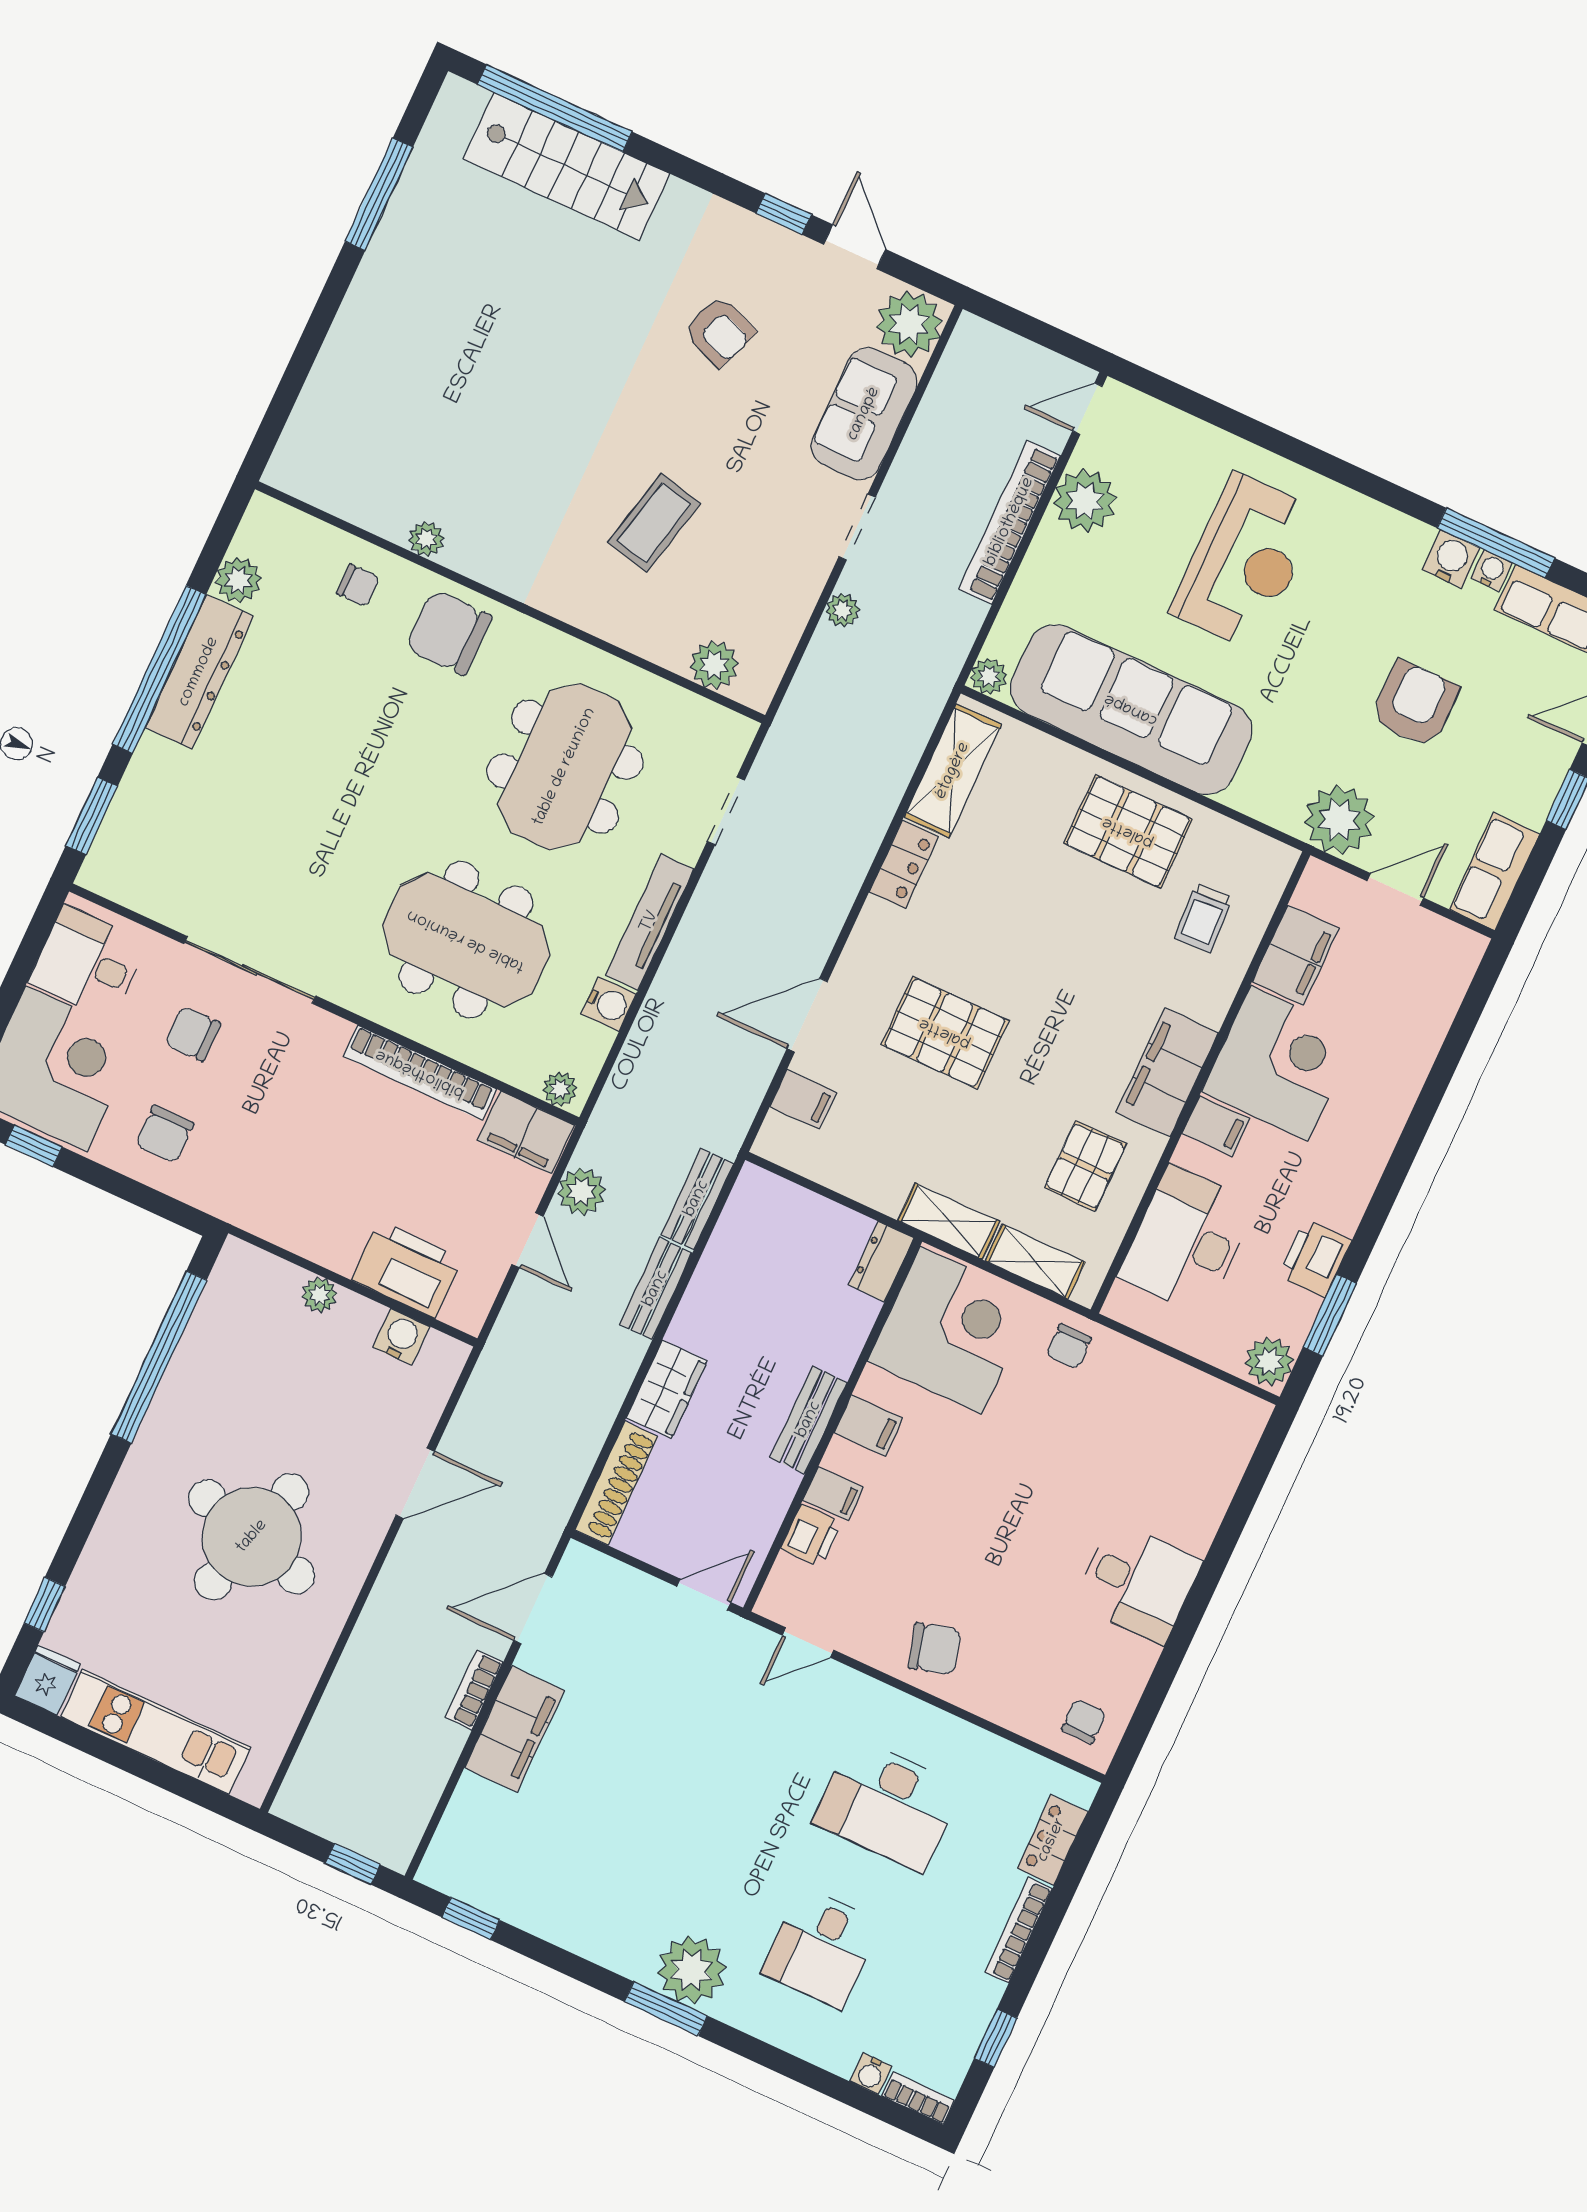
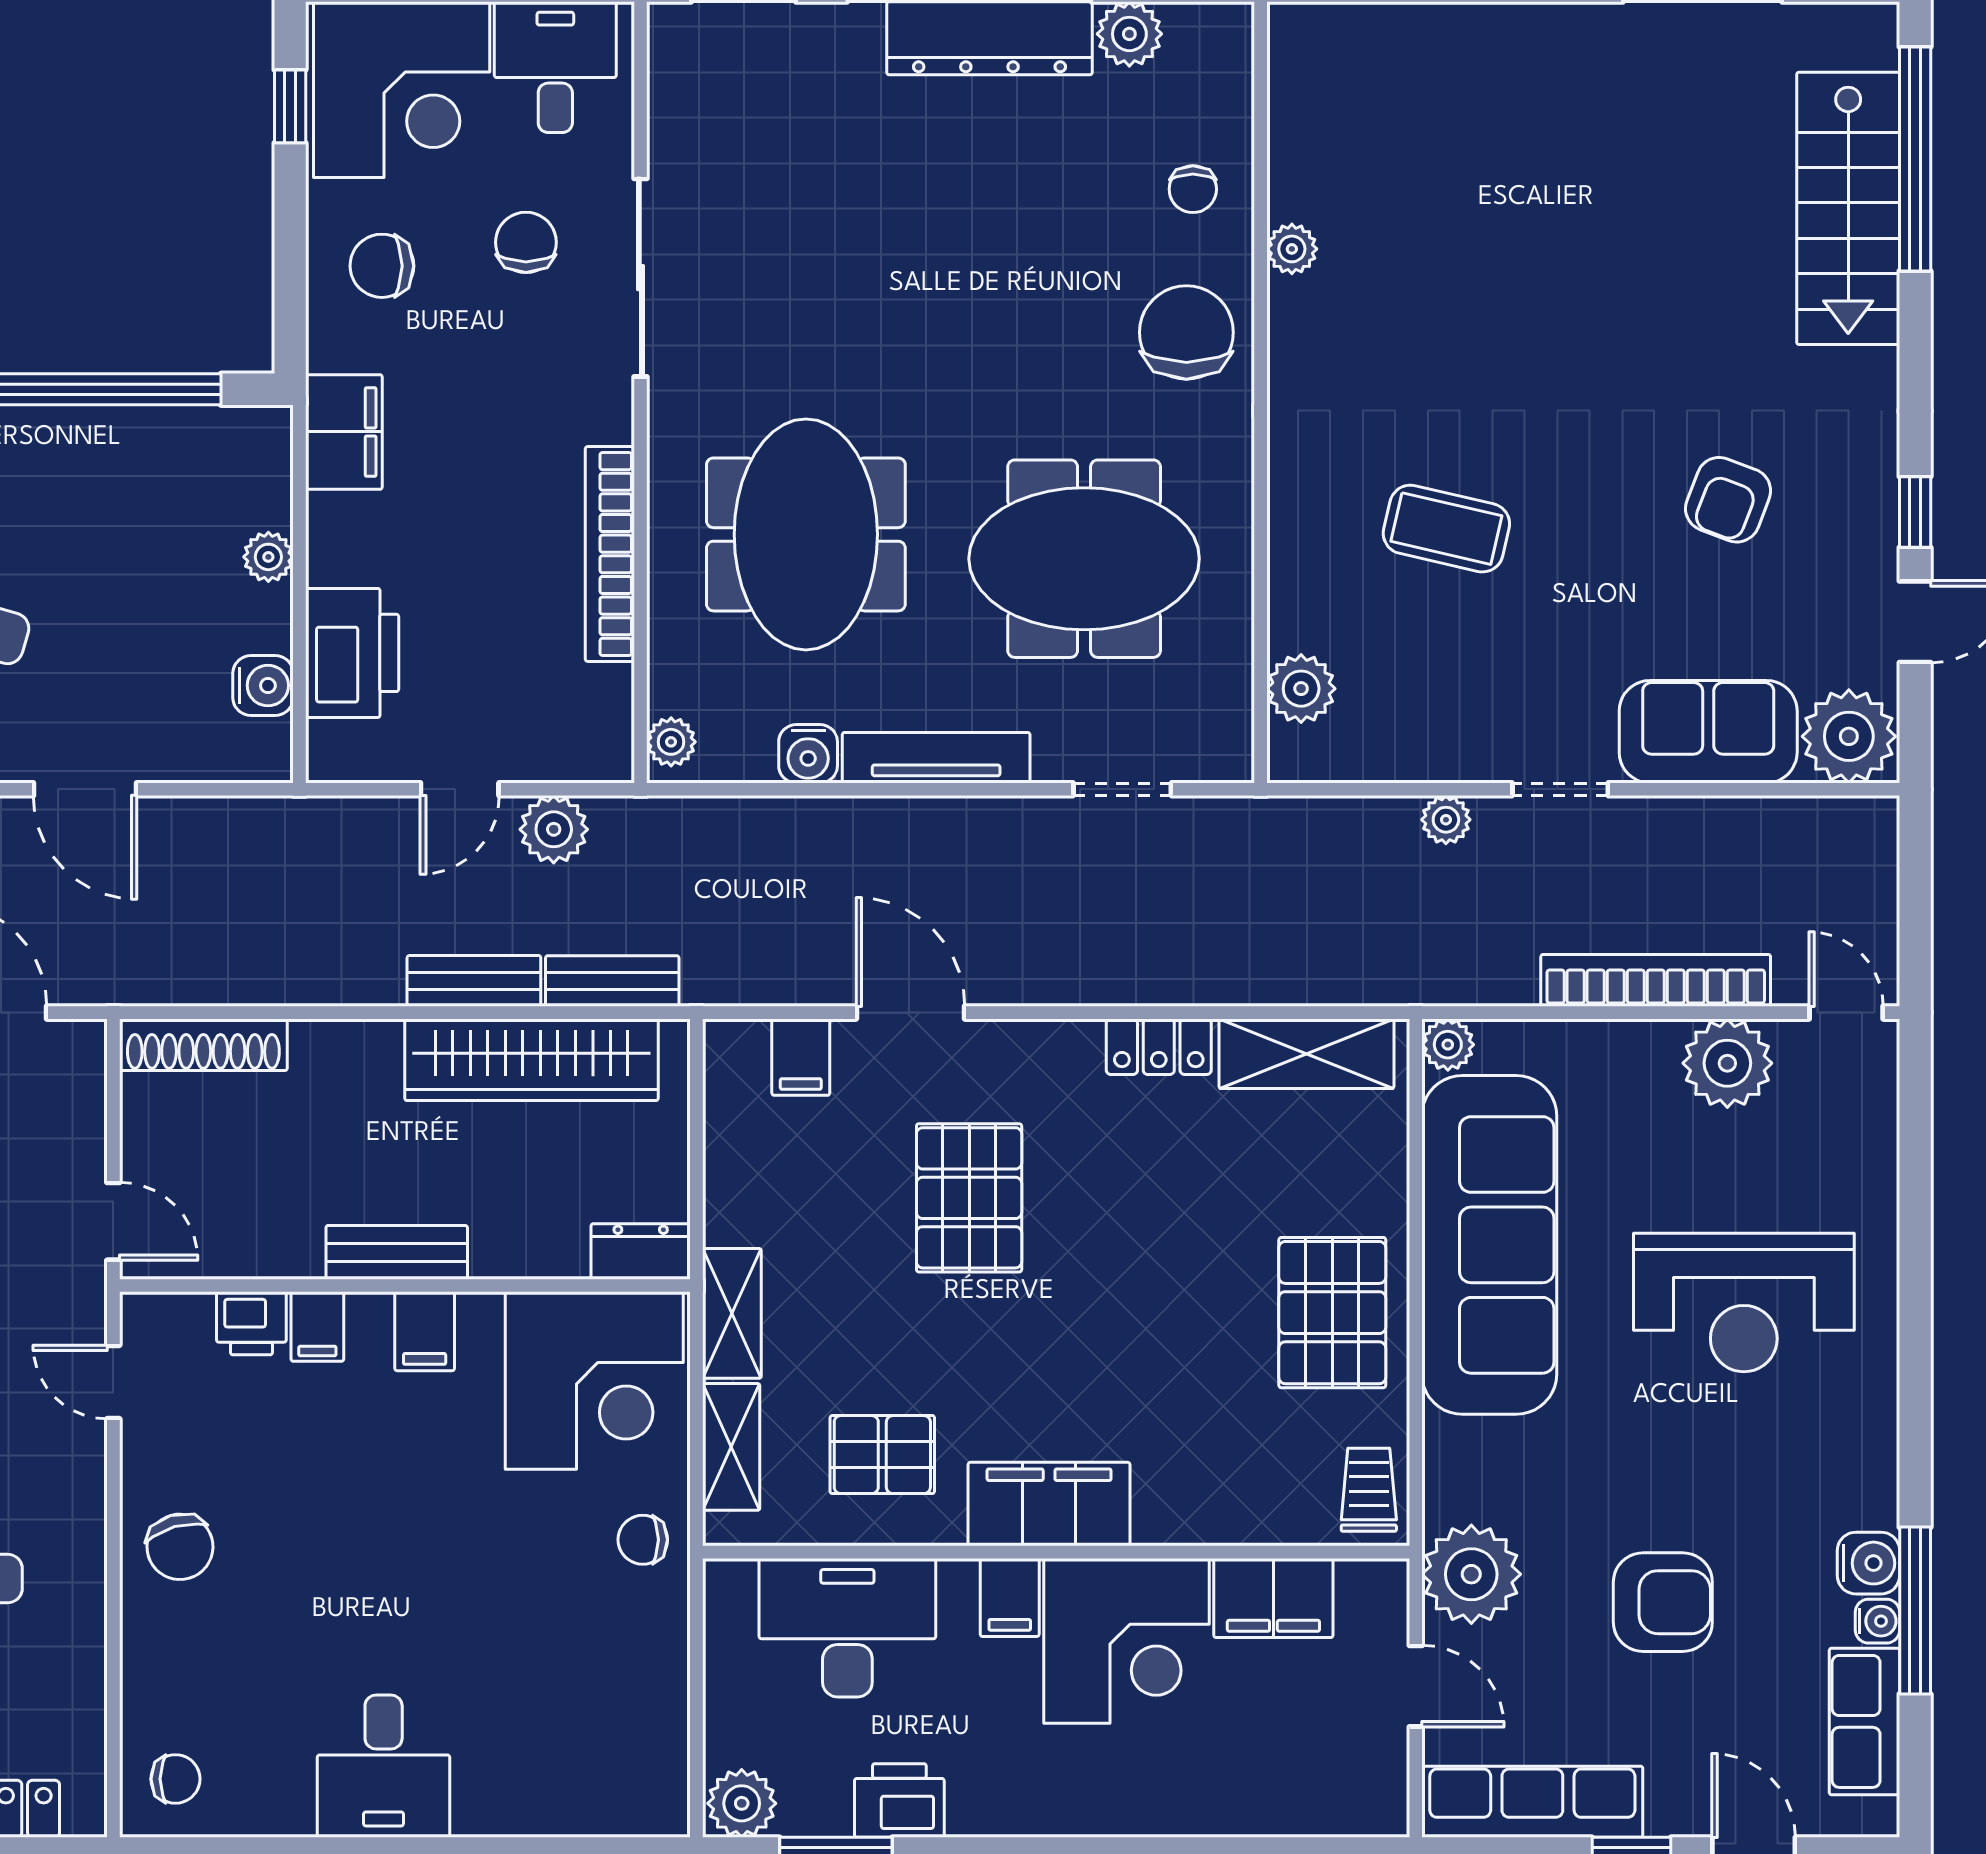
row of seats: (1494, 871) -> (1532, 1802), width x1.48
trolley: (1203, 918) -> (1369, 1490), moved, turned 93
filing cabinet: (526, 1132) -> (344, 432), moved, turned 180
wardrobe: (667, 1389) -> (531, 1060), moved, width x2.10, depth x1.17

